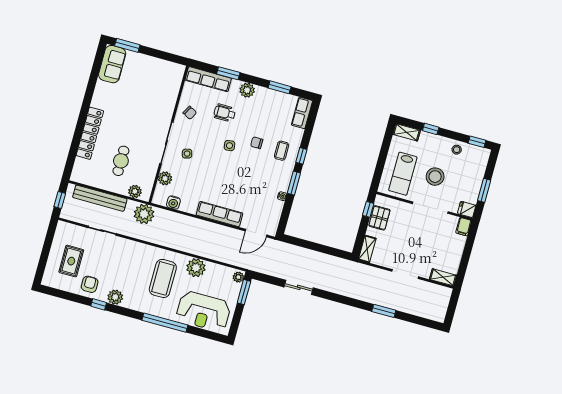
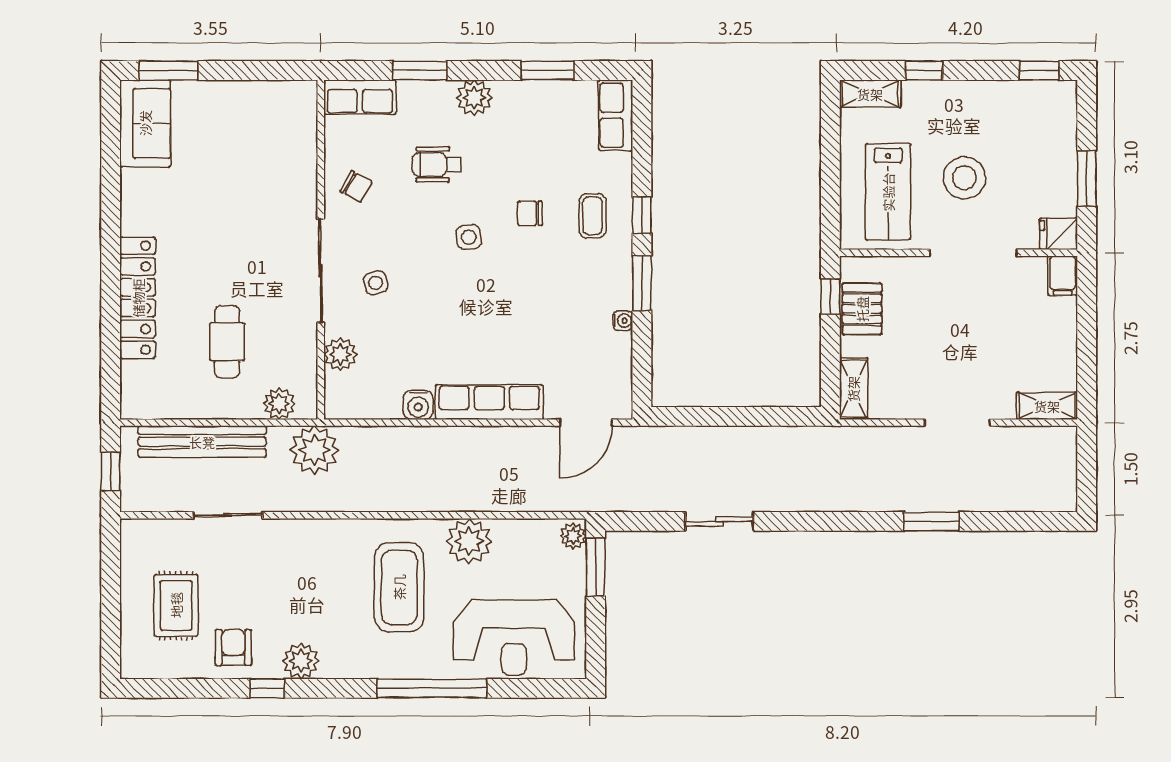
row of seats: (208, 79) -> (360, 97), width x0.68
stool: (457, 150) -> (997, 102), removed
water cooler: (173, 202) -> (418, 405), moved

